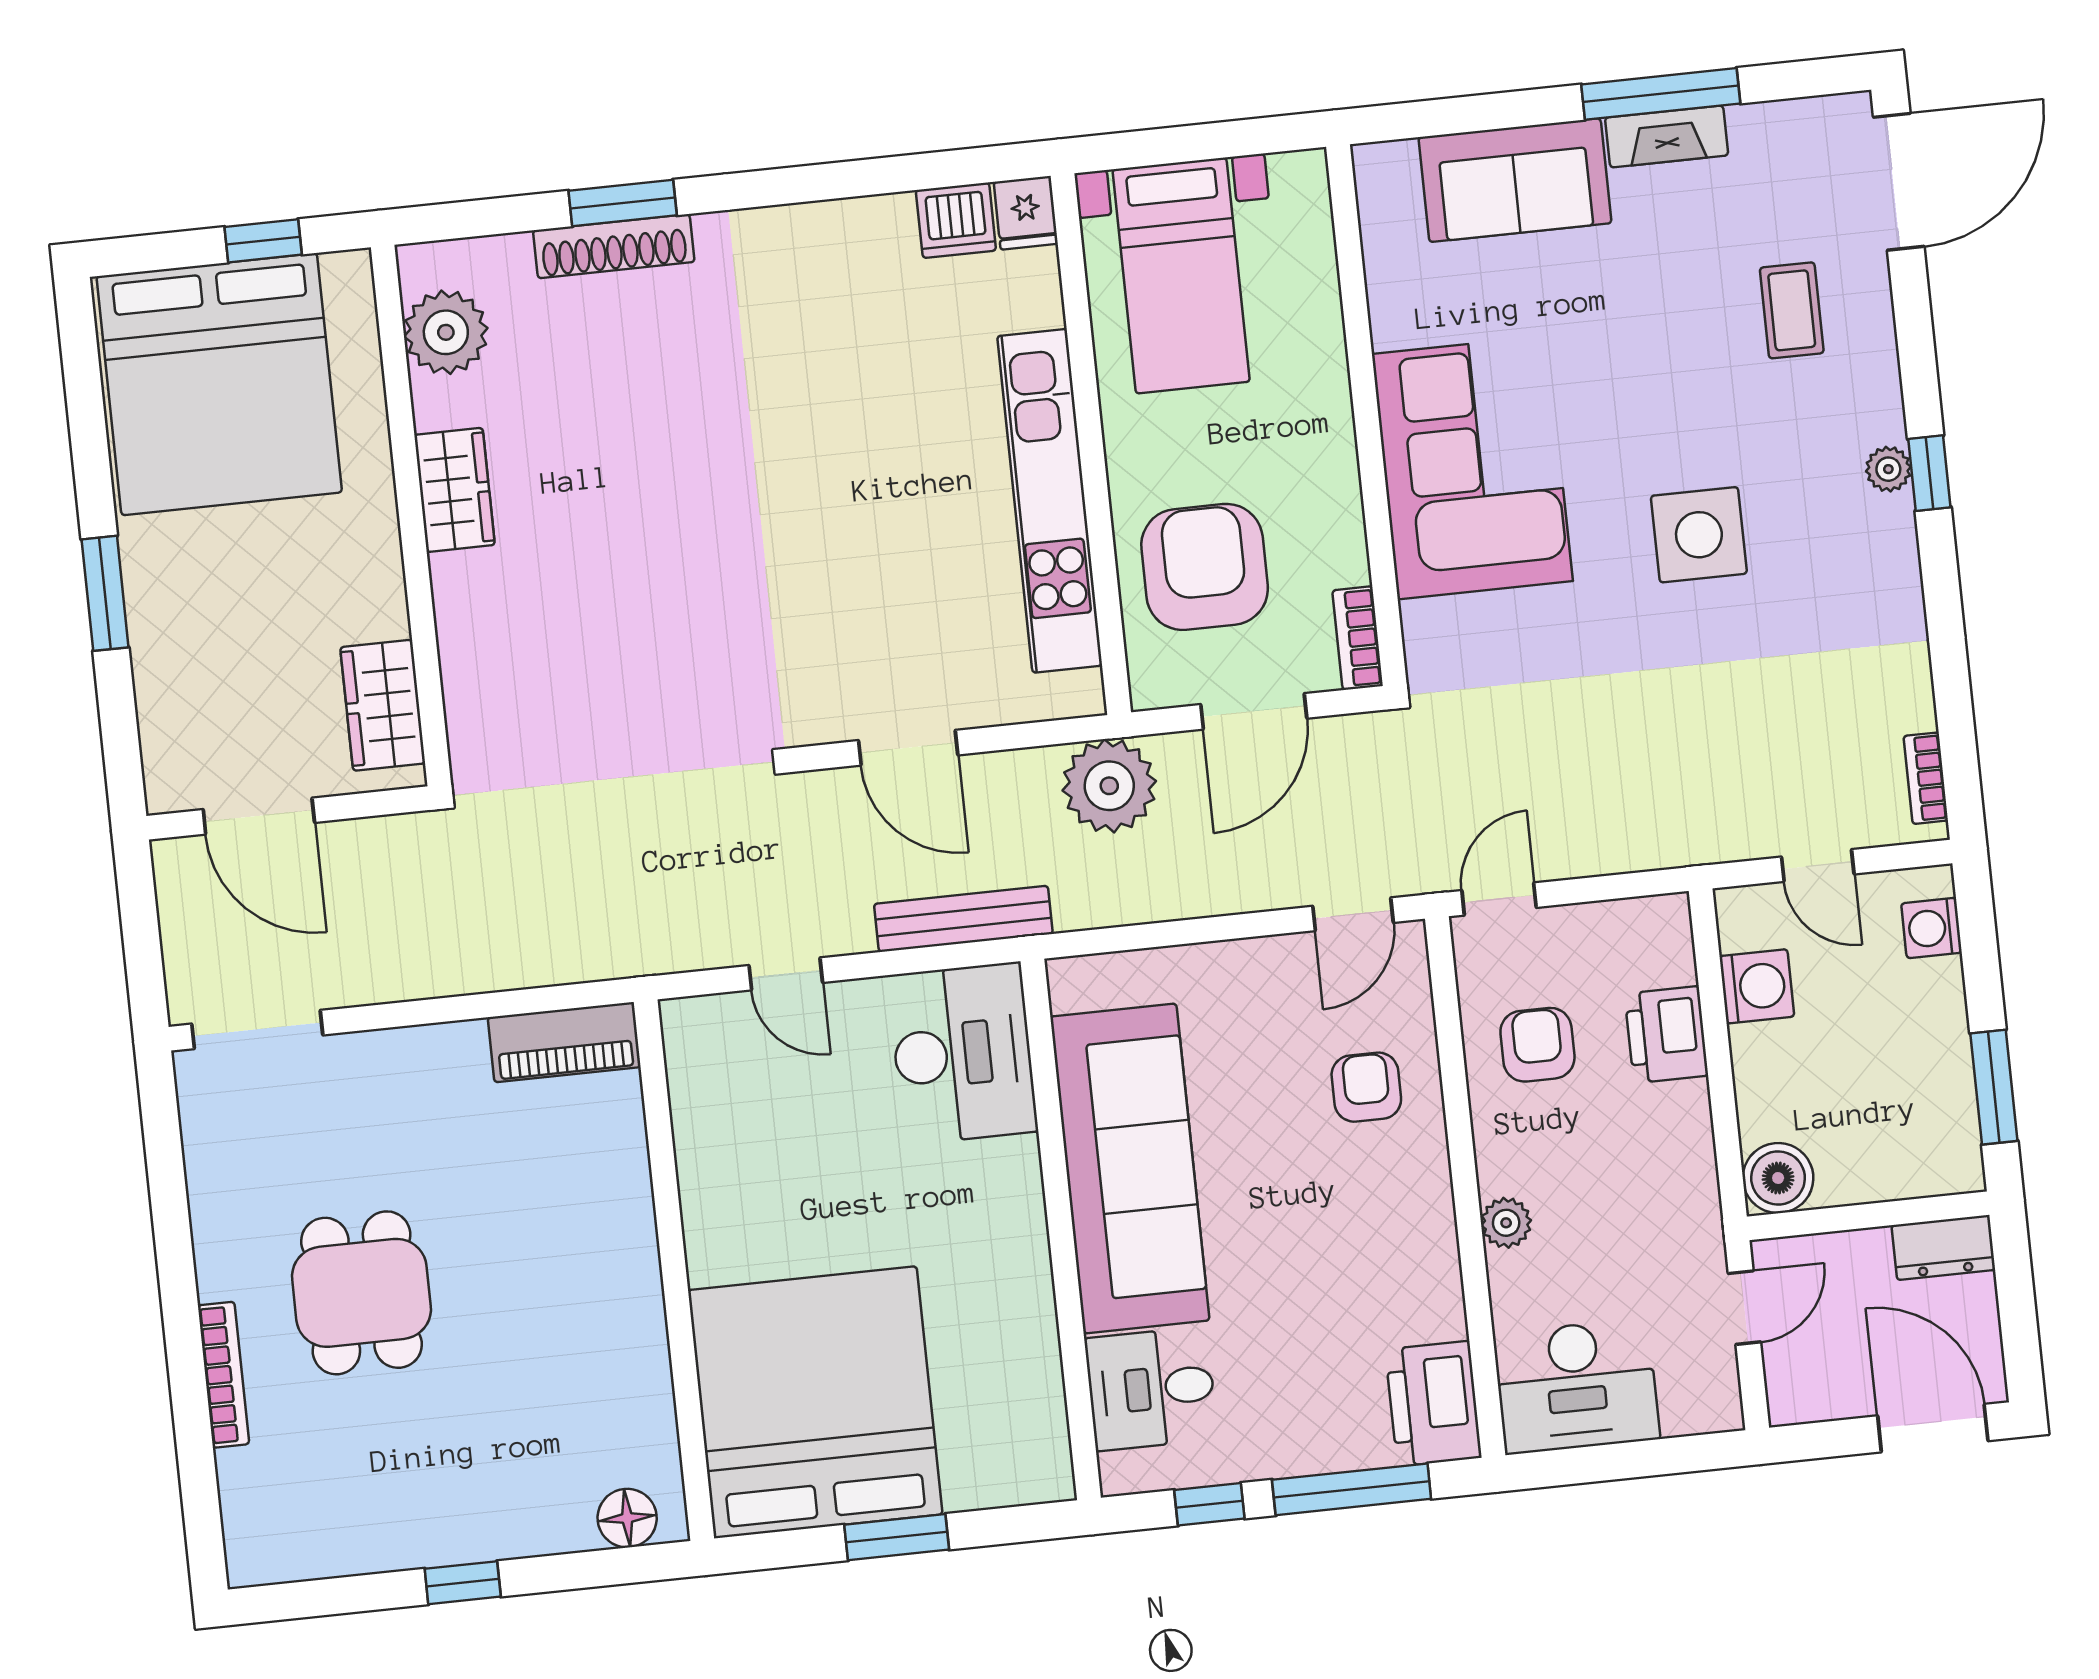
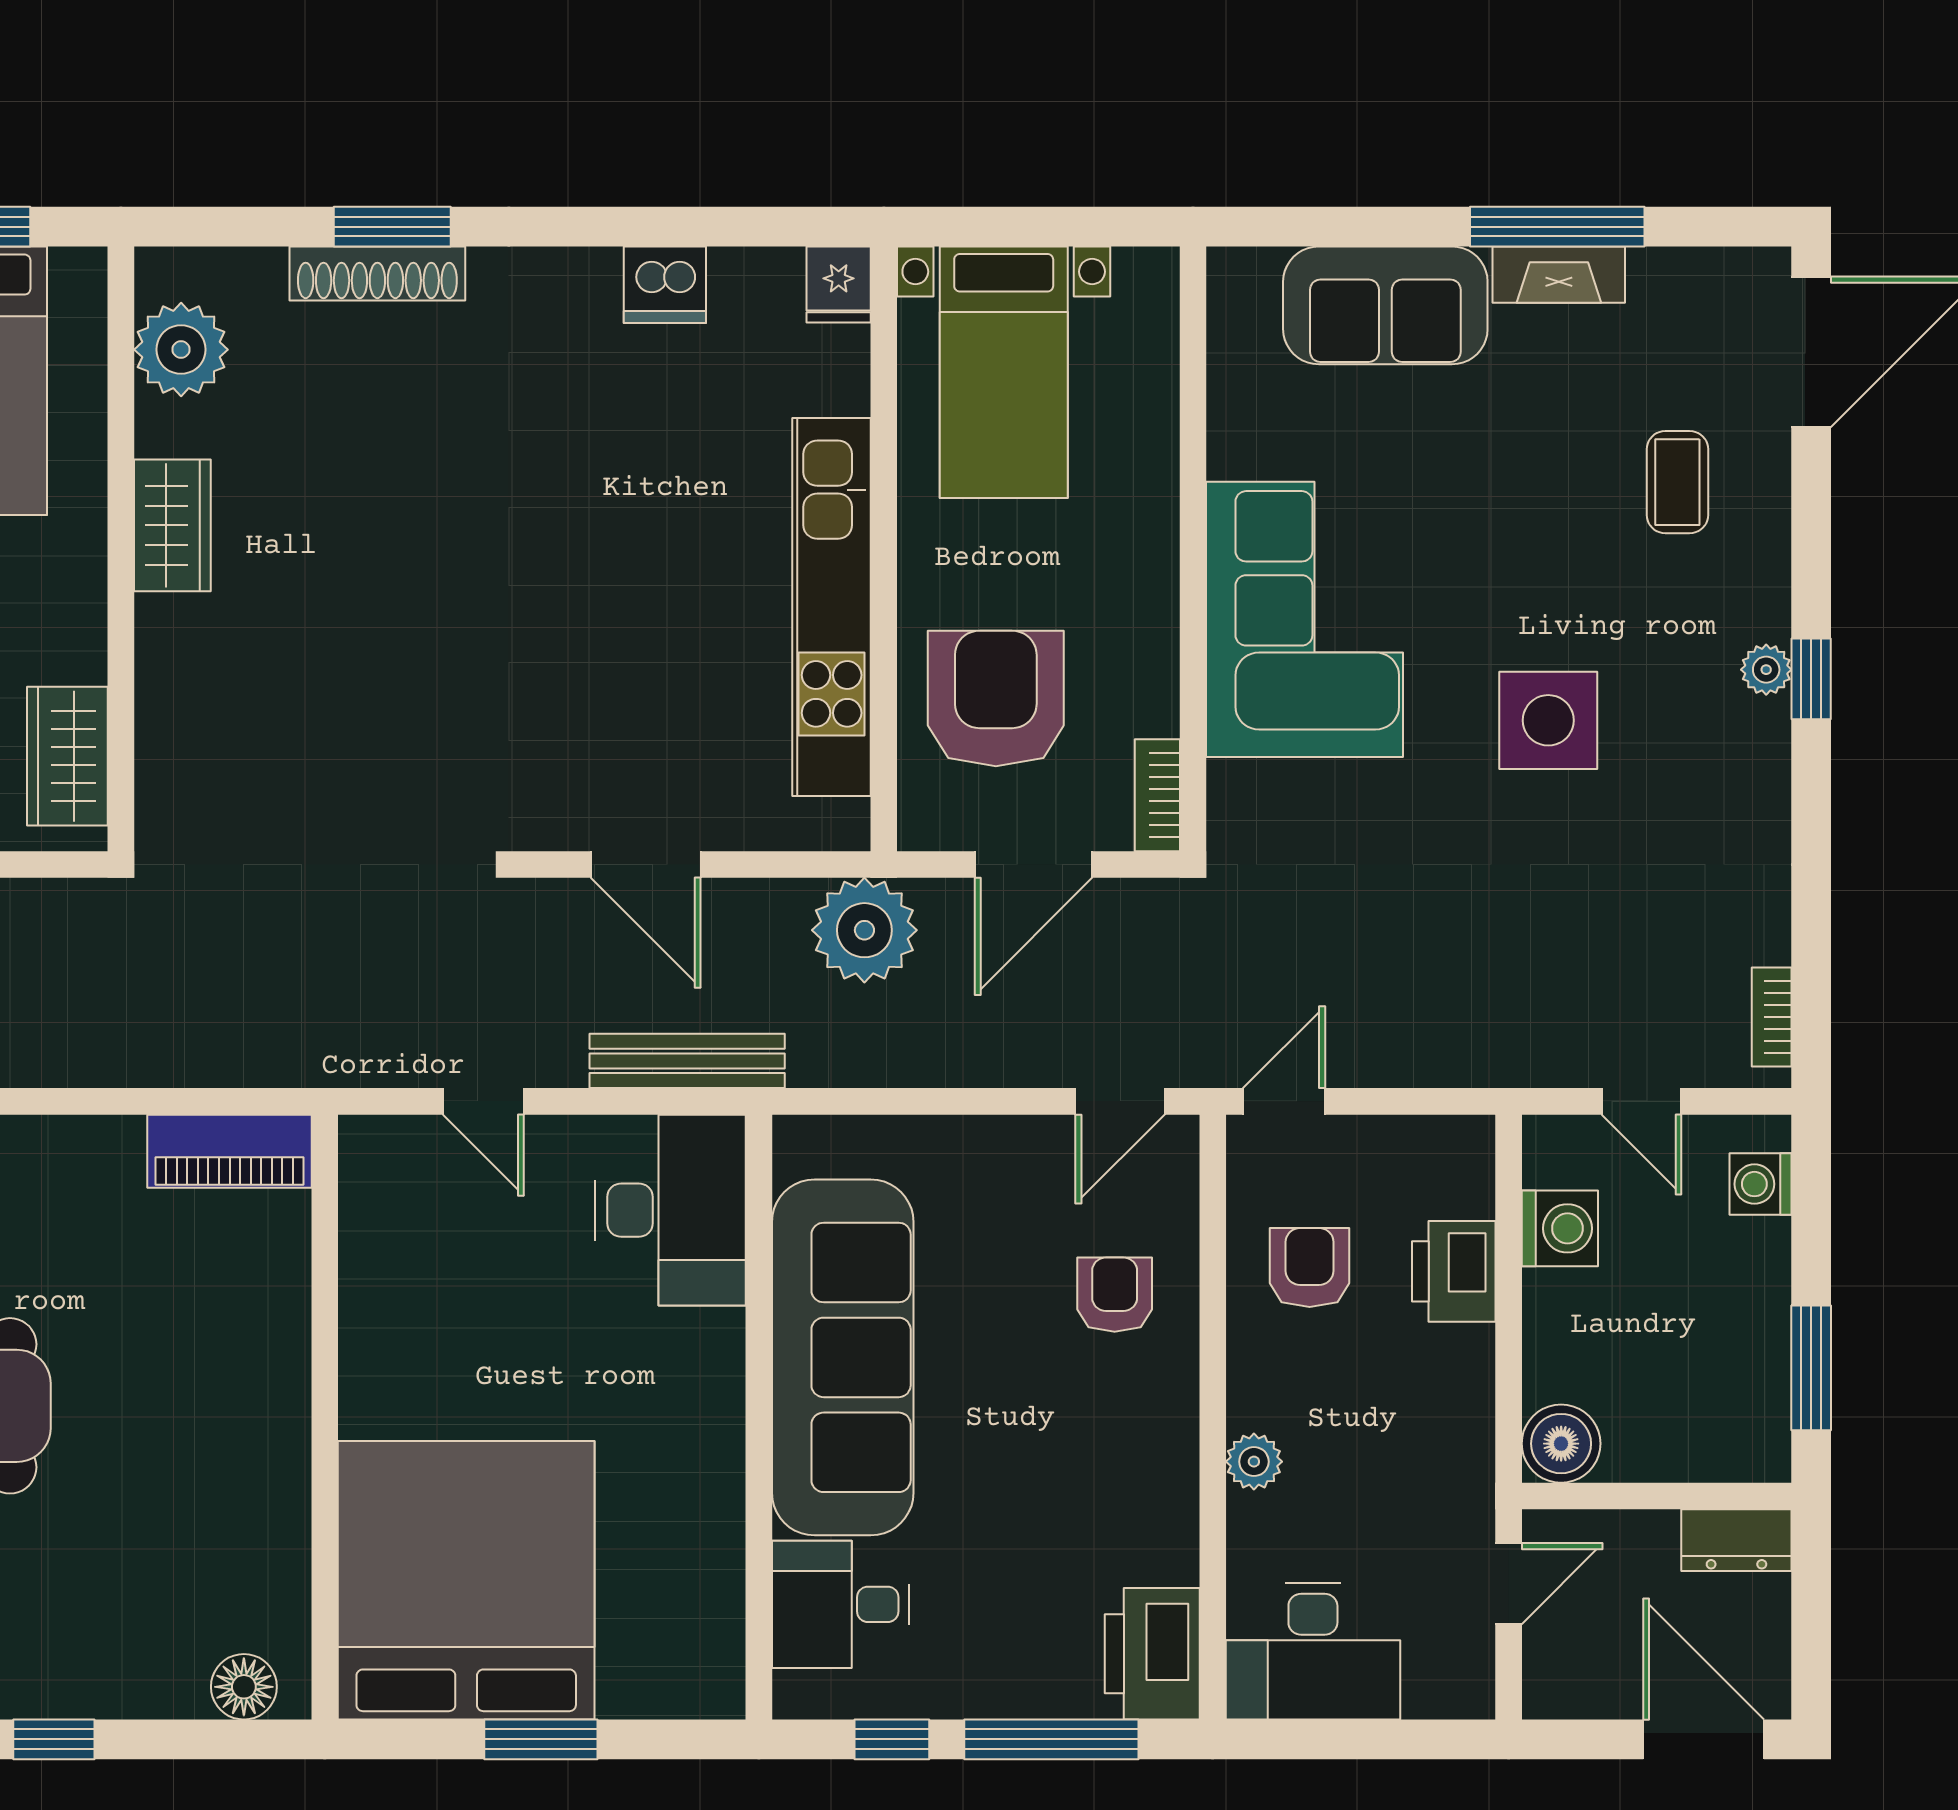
dishwasher: (956, 220) -> (665, 285), moved

